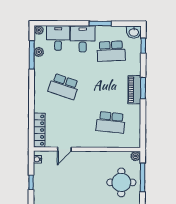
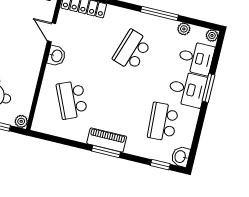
window: (100, 23) -> (209, 88), moved
window: (32, 55) -> (159, 13), moved
school desk: (111, 122) -> (72, 100), turned -30
washbasin: (81, 141) -> (56, 56), added

